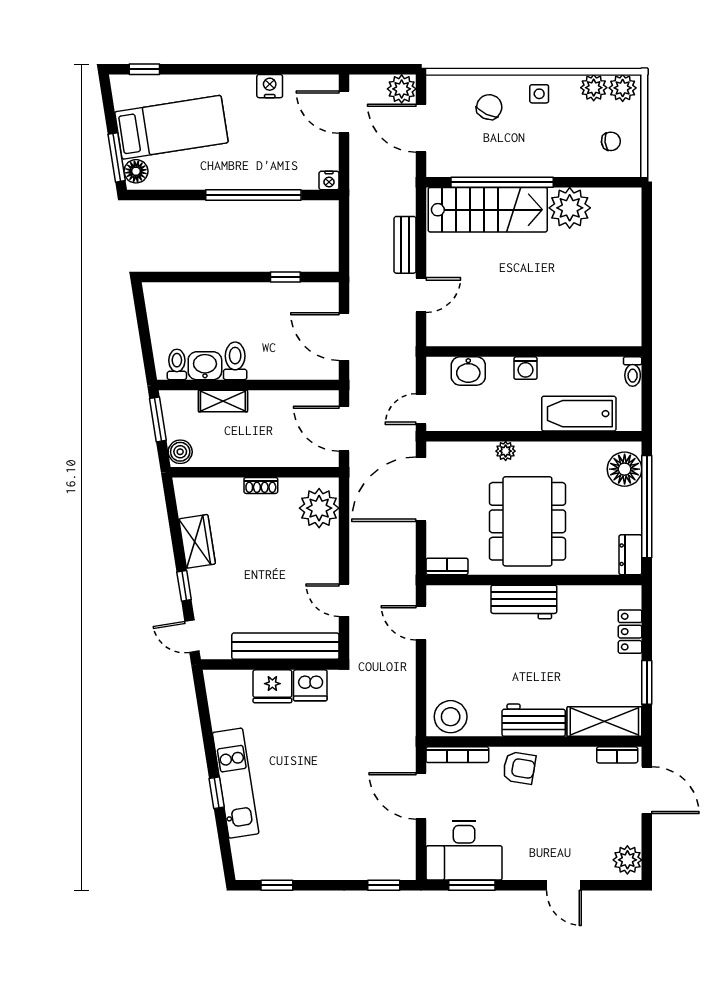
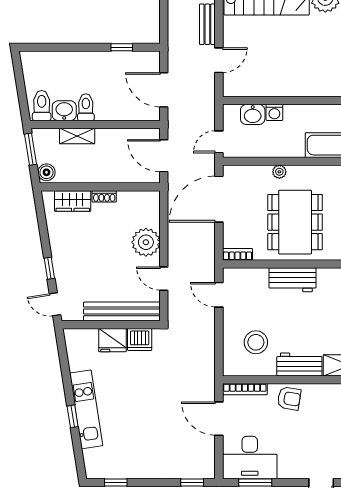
toilet: (177, 364) -> (42, 106), width x1.37, depth x1.39
washing machine: (525, 368) -> (274, 112), moved
plant: (319, 508) -> (146, 242), moved
wardrobe: (197, 541) -> (73, 201), moved, turned 99
stool: (451, 717) -> (256, 342), moved

